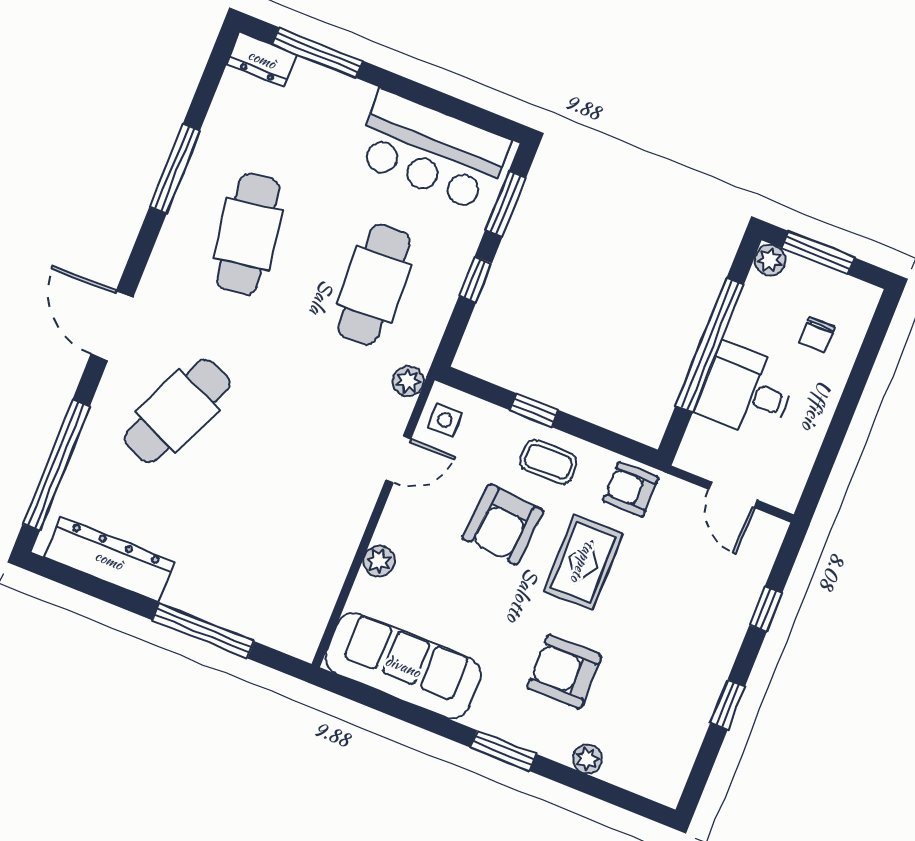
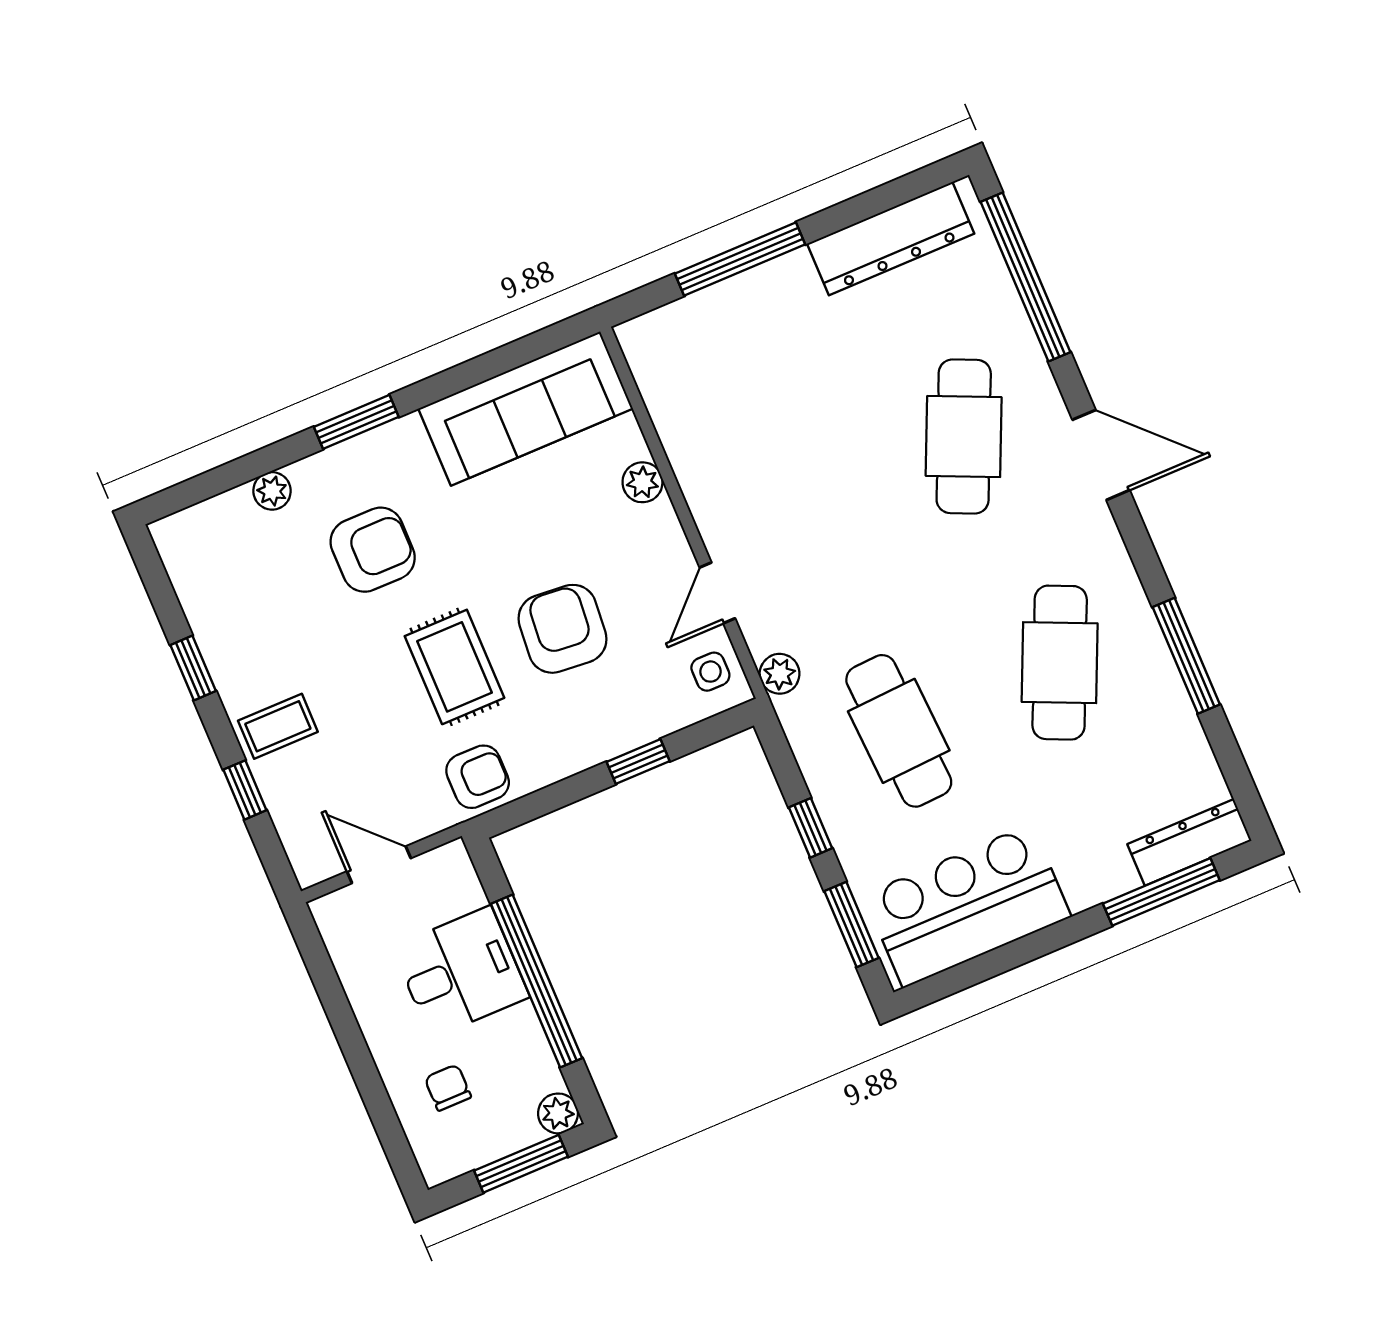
dresser: (262, 59) -> (1189, 842), width x1.44
cafe table: (248, 234) -> (1060, 663), turned 33
coffee table: (549, 462) -> (278, 726), moved

